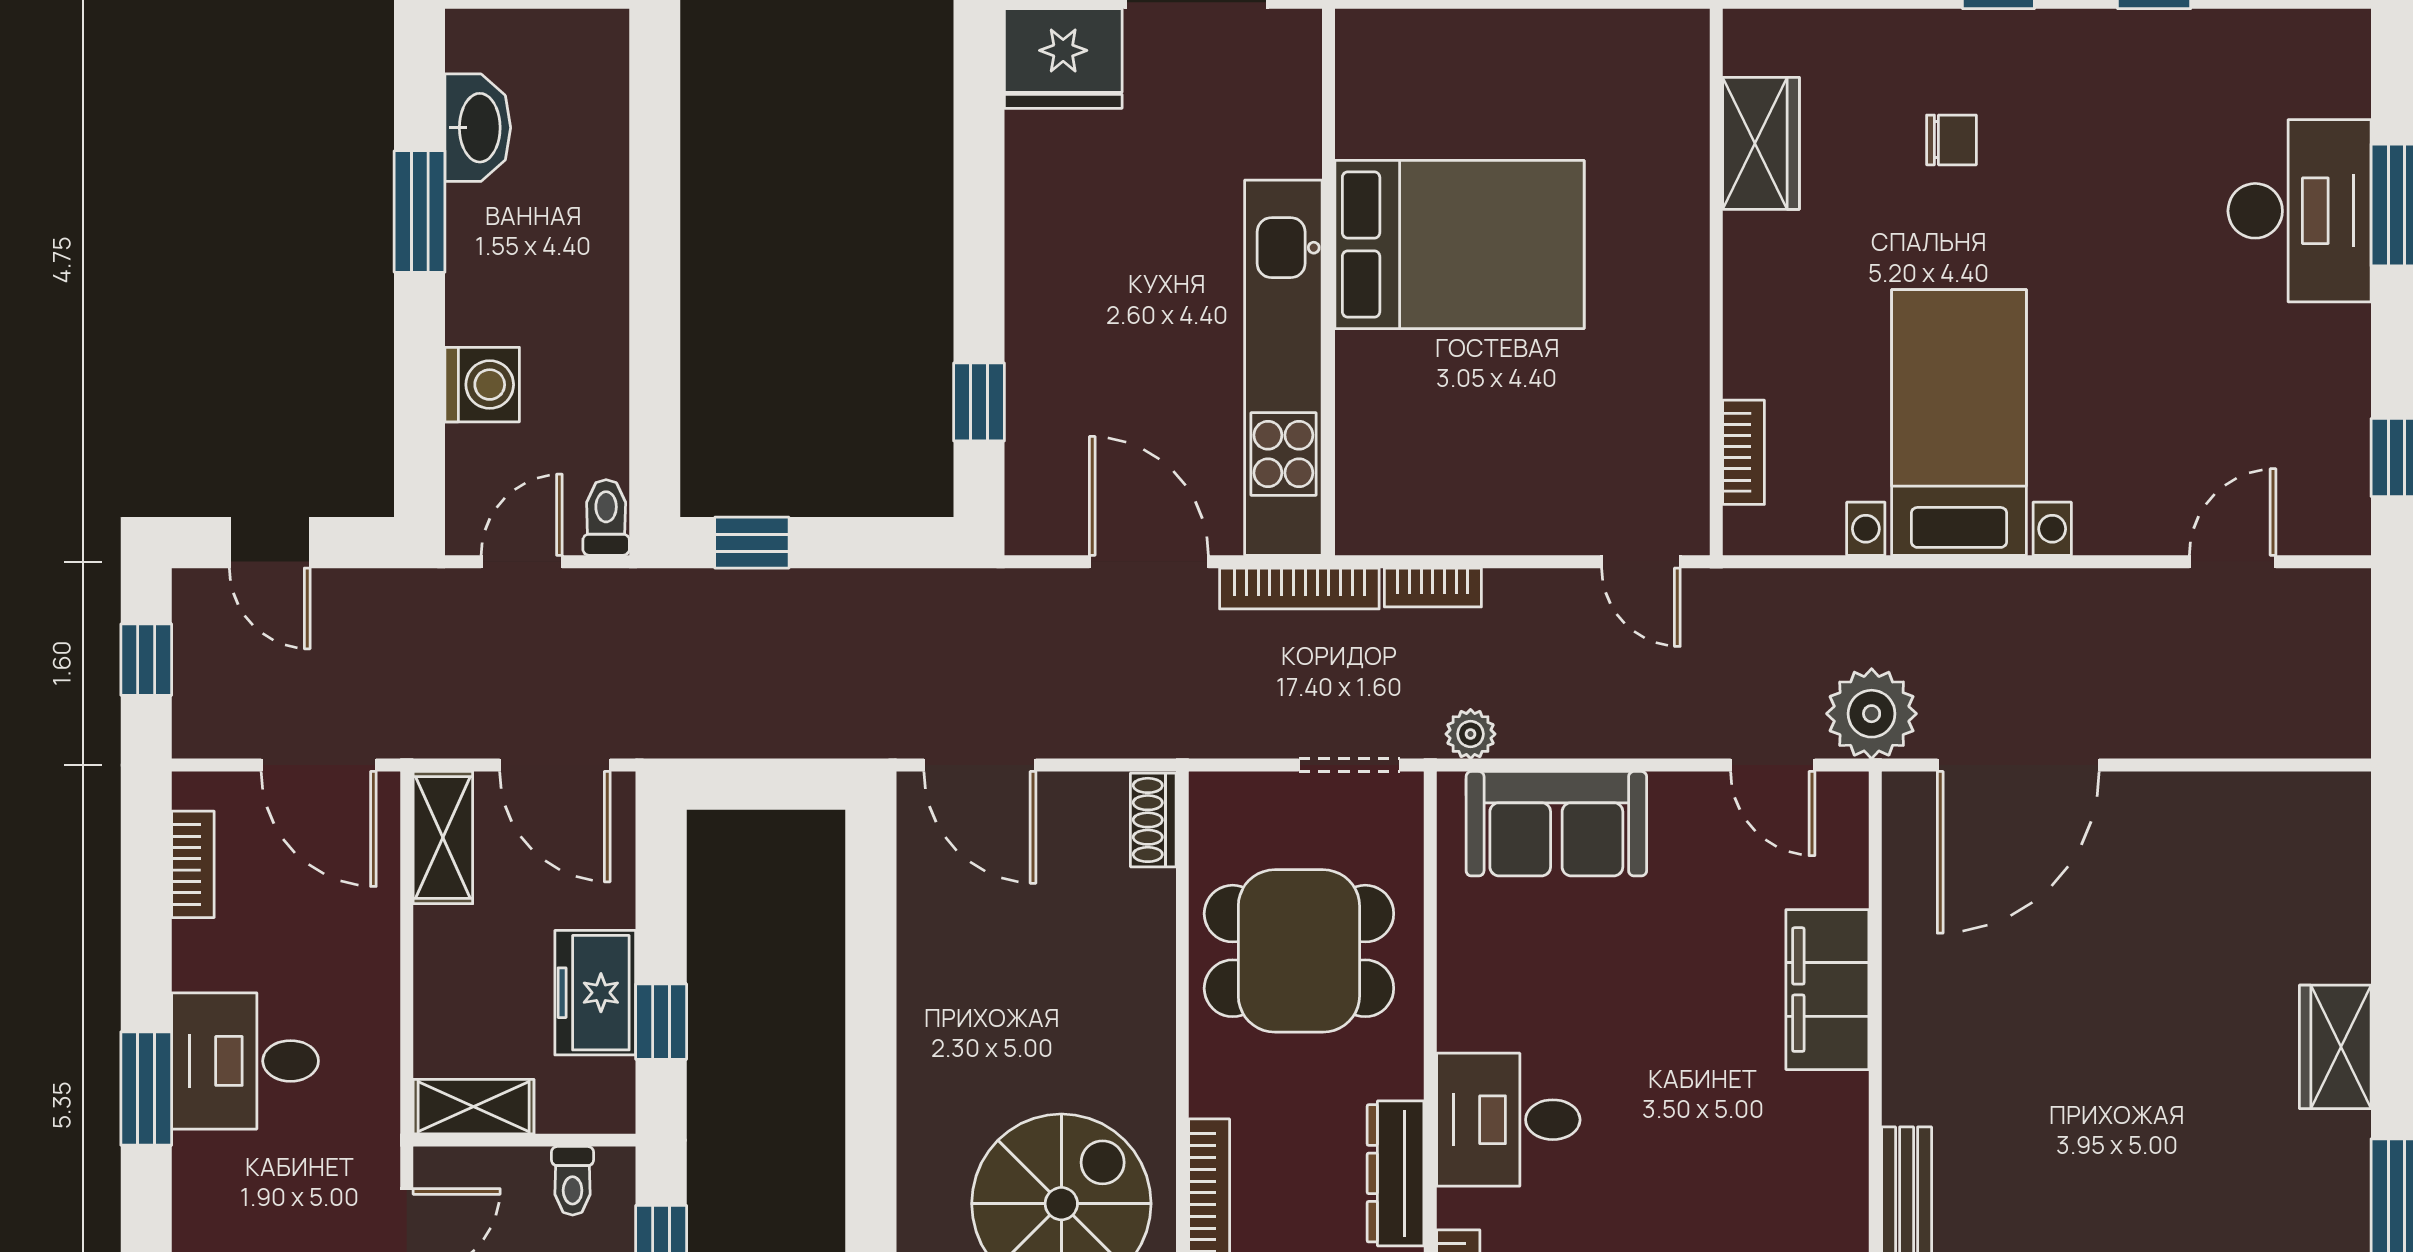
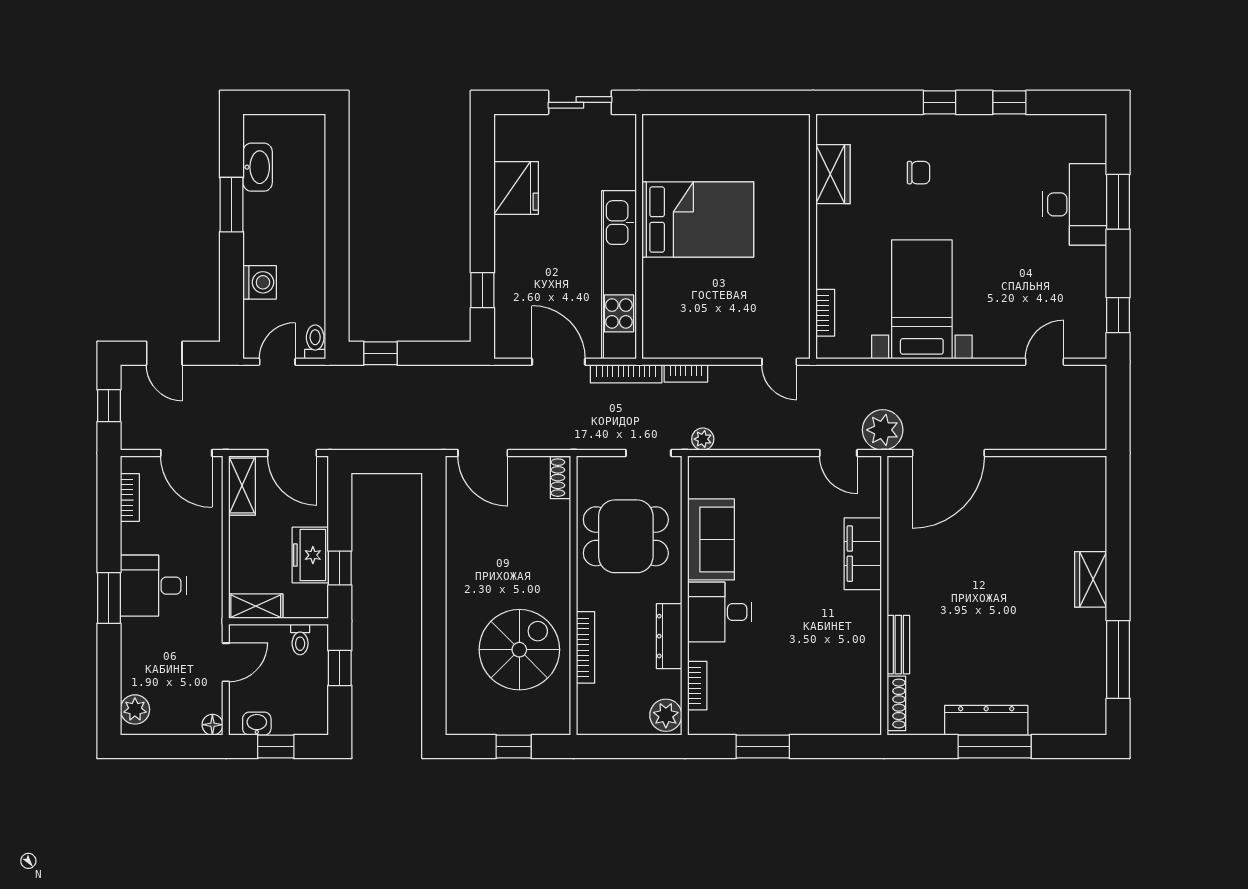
fridge: (1063, 58) -> (516, 188), moved, turned -90
sofa: (1556, 824) -> (711, 539), moved, turned -90

